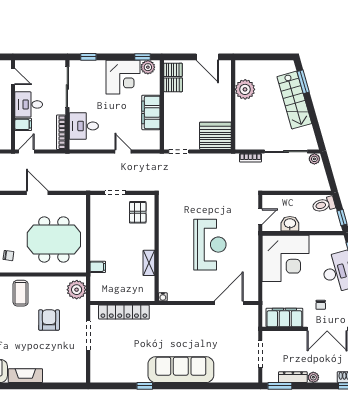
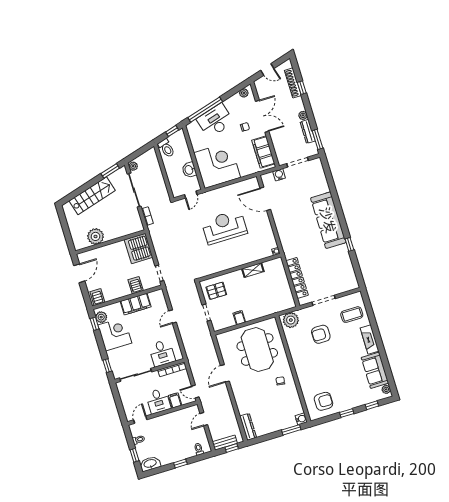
window: (303, 82) -> (110, 171), moved
server rack: (173, 85) -> (136, 285), moved
door: (260, 217) -> (191, 195), swing flipped
filing cabinet: (98, 267) -> (239, 318), moved
coffee table: (21, 293) -> (352, 315), moved
water cooler: (252, 328) -> (279, 175), added

